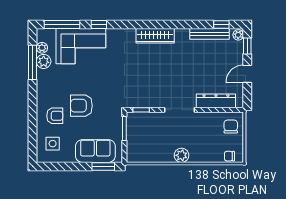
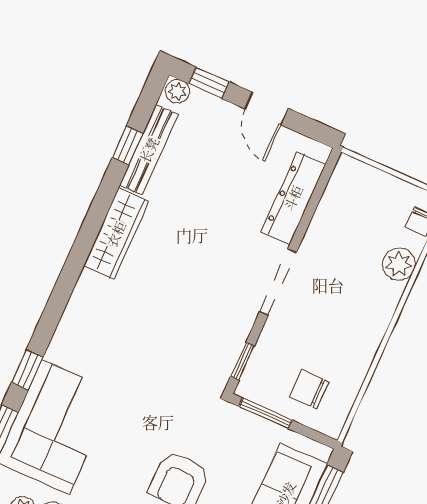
window: (221, 25) -> (128, 145), moved
wardrobe: (155, 36) -> (116, 234), moved
chair: (231, 127) -> (309, 389), moved
plant: (181, 155) -> (399, 264), moved

